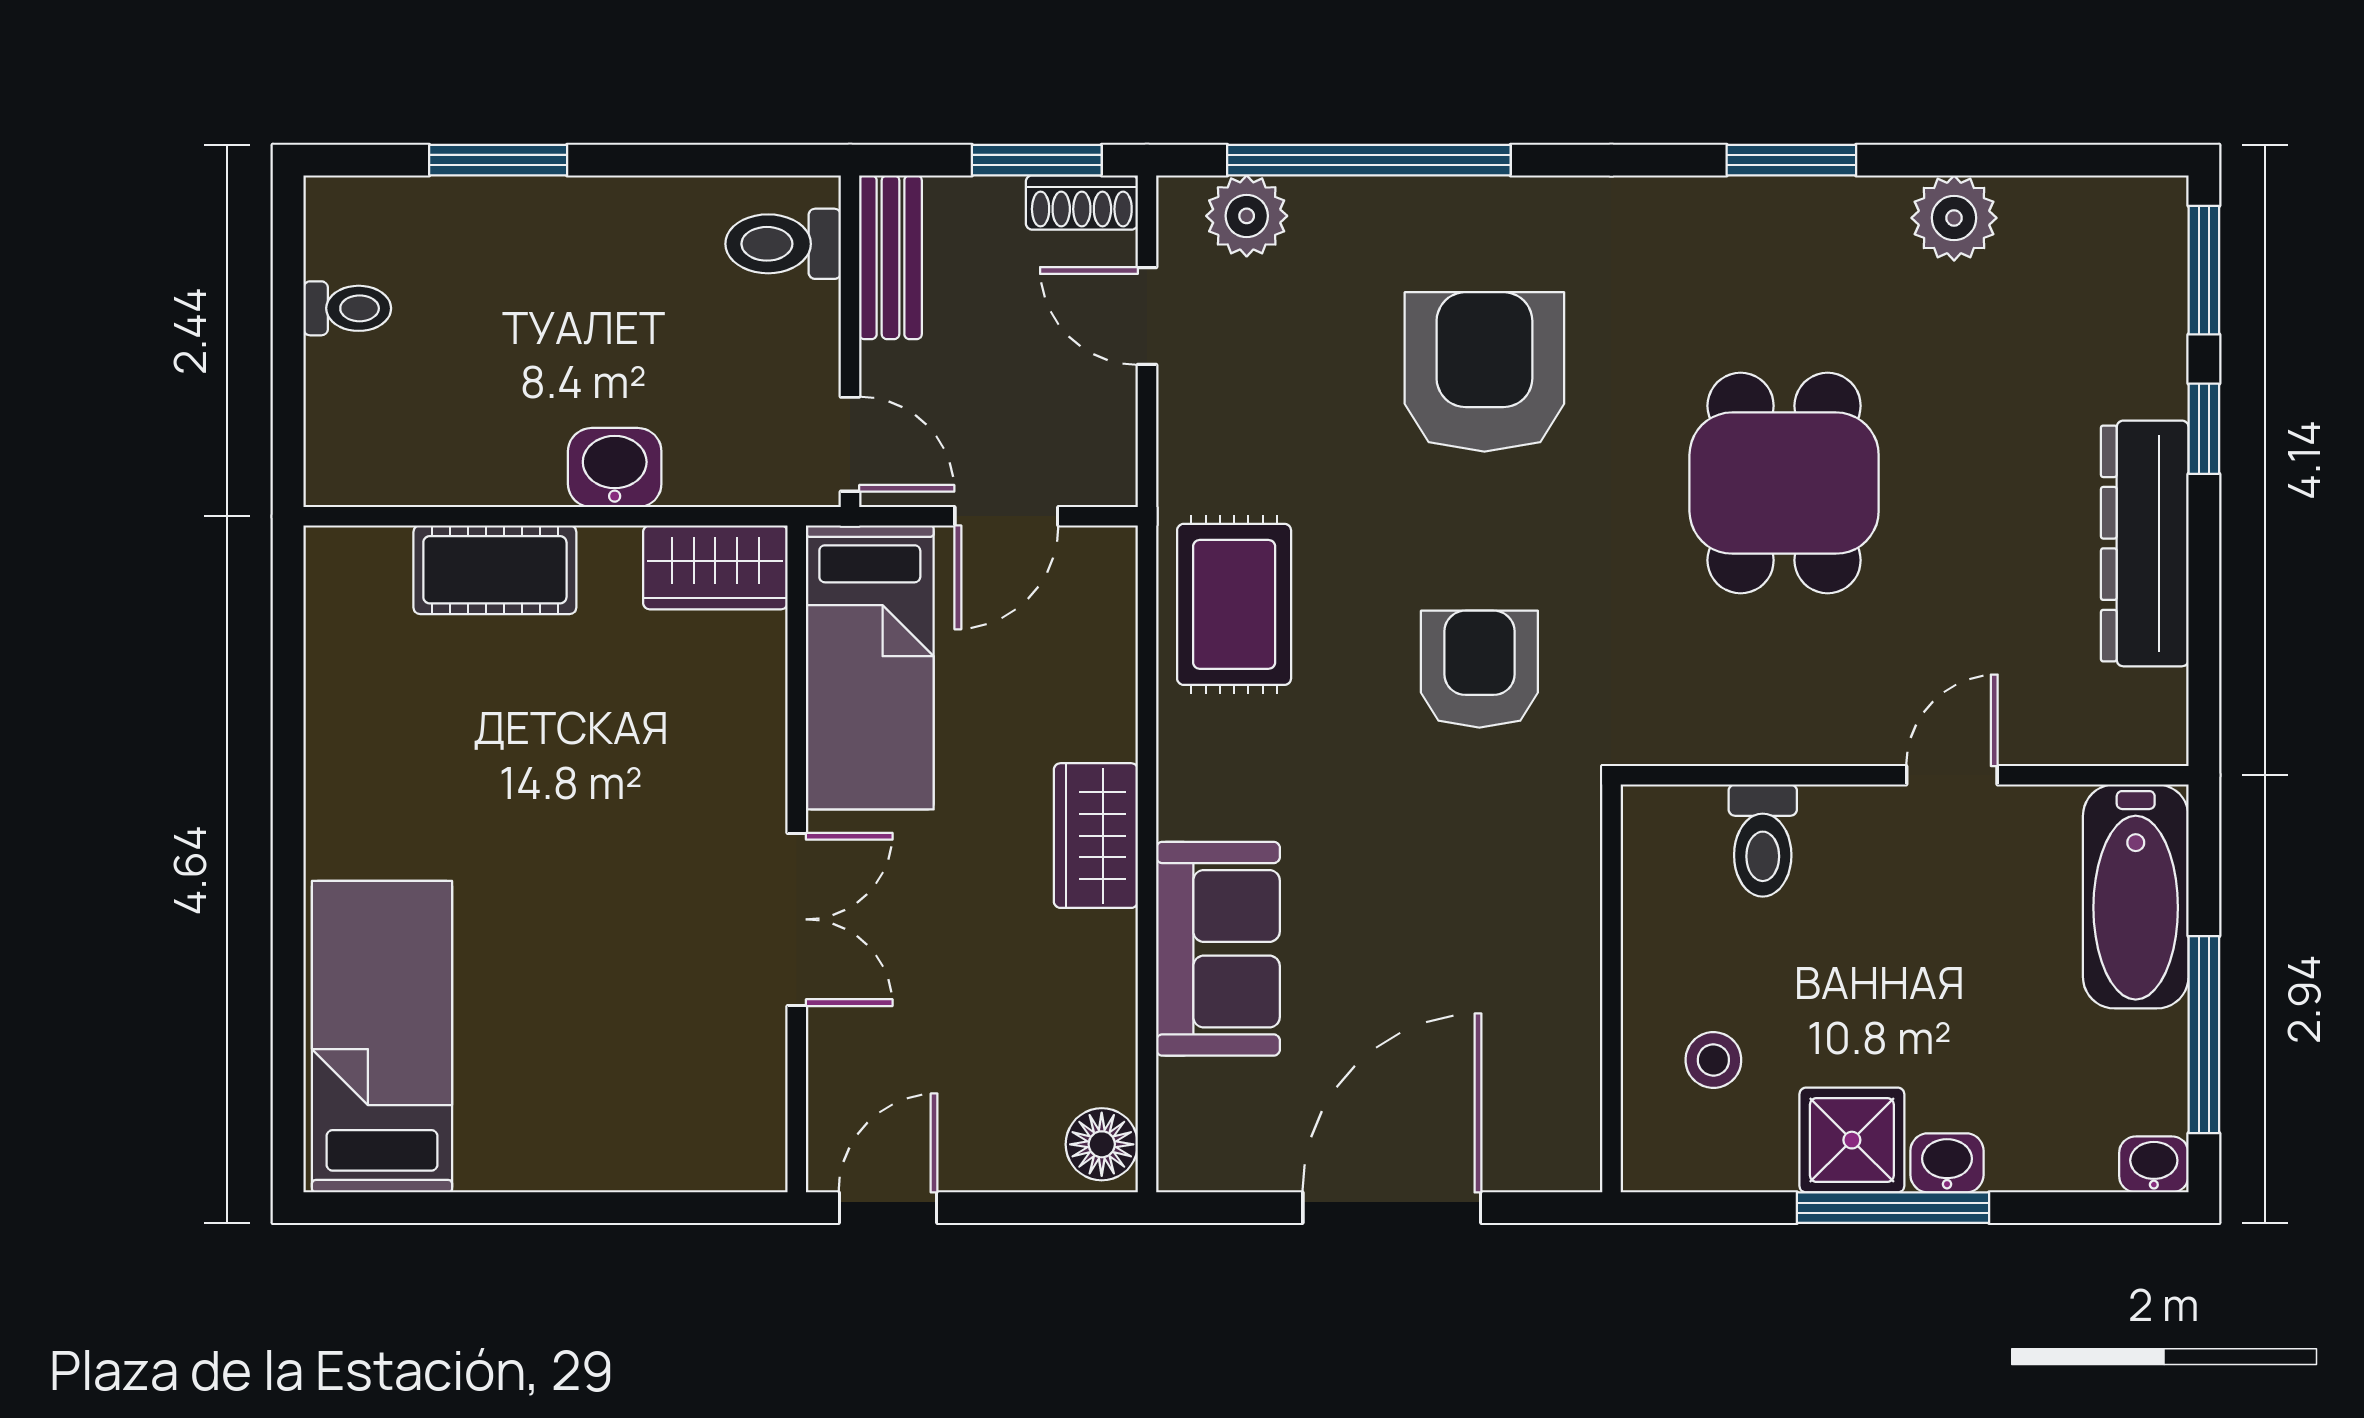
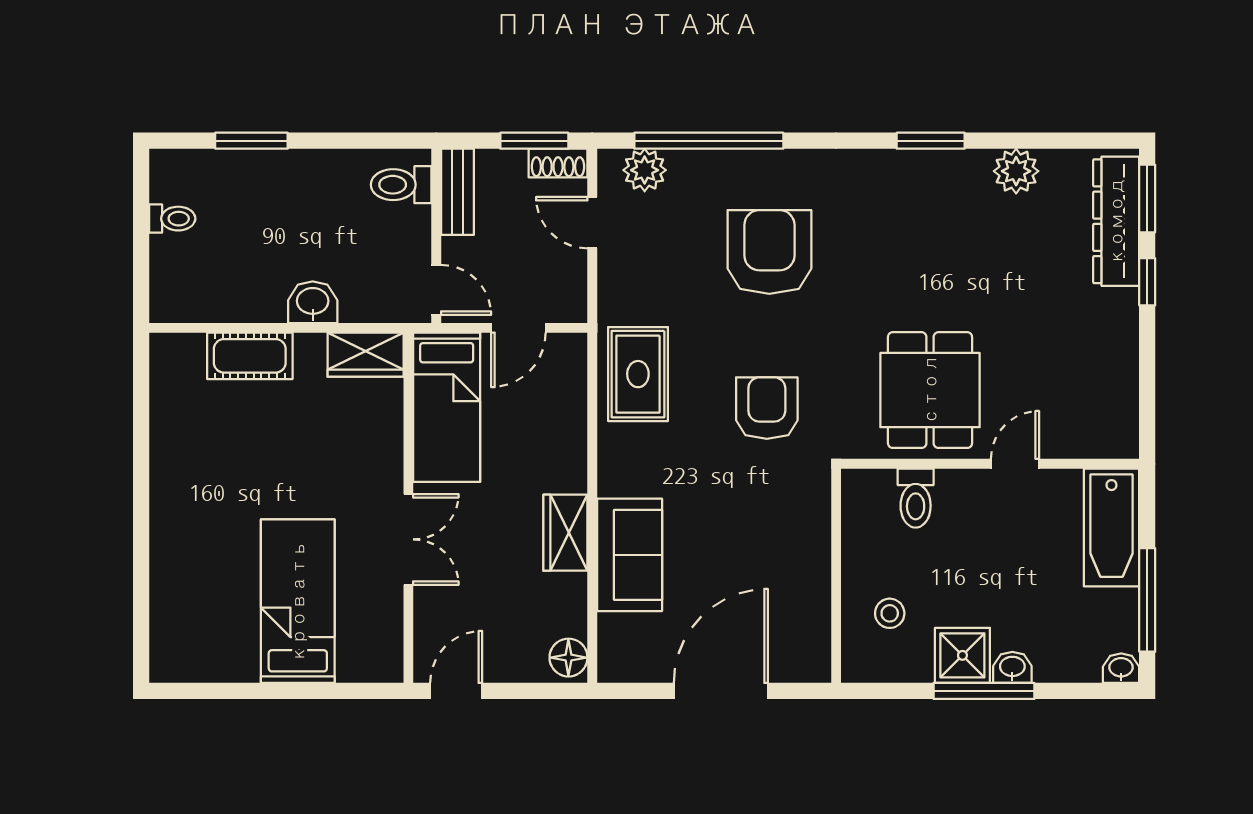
dining table: (1784, 483) -> (930, 390), moved
dresser: (2145, 543) -> (1116, 221), moved
wardrobe: (1096, 836) -> (565, 533), moved
bed: (382, 1037) -> (298, 601), moved

